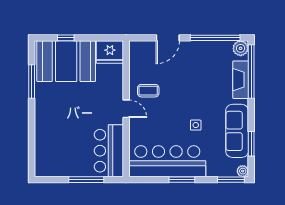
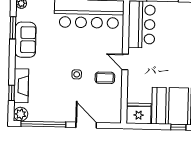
door: (168, 38) -> (86, 125), hinge flipped
window: (251, 72) -> (11, 93), width x0.32
side table: (196, 125) -> (77, 74), moved
sofa: (237, 131) -> (25, 40), width x0.73

